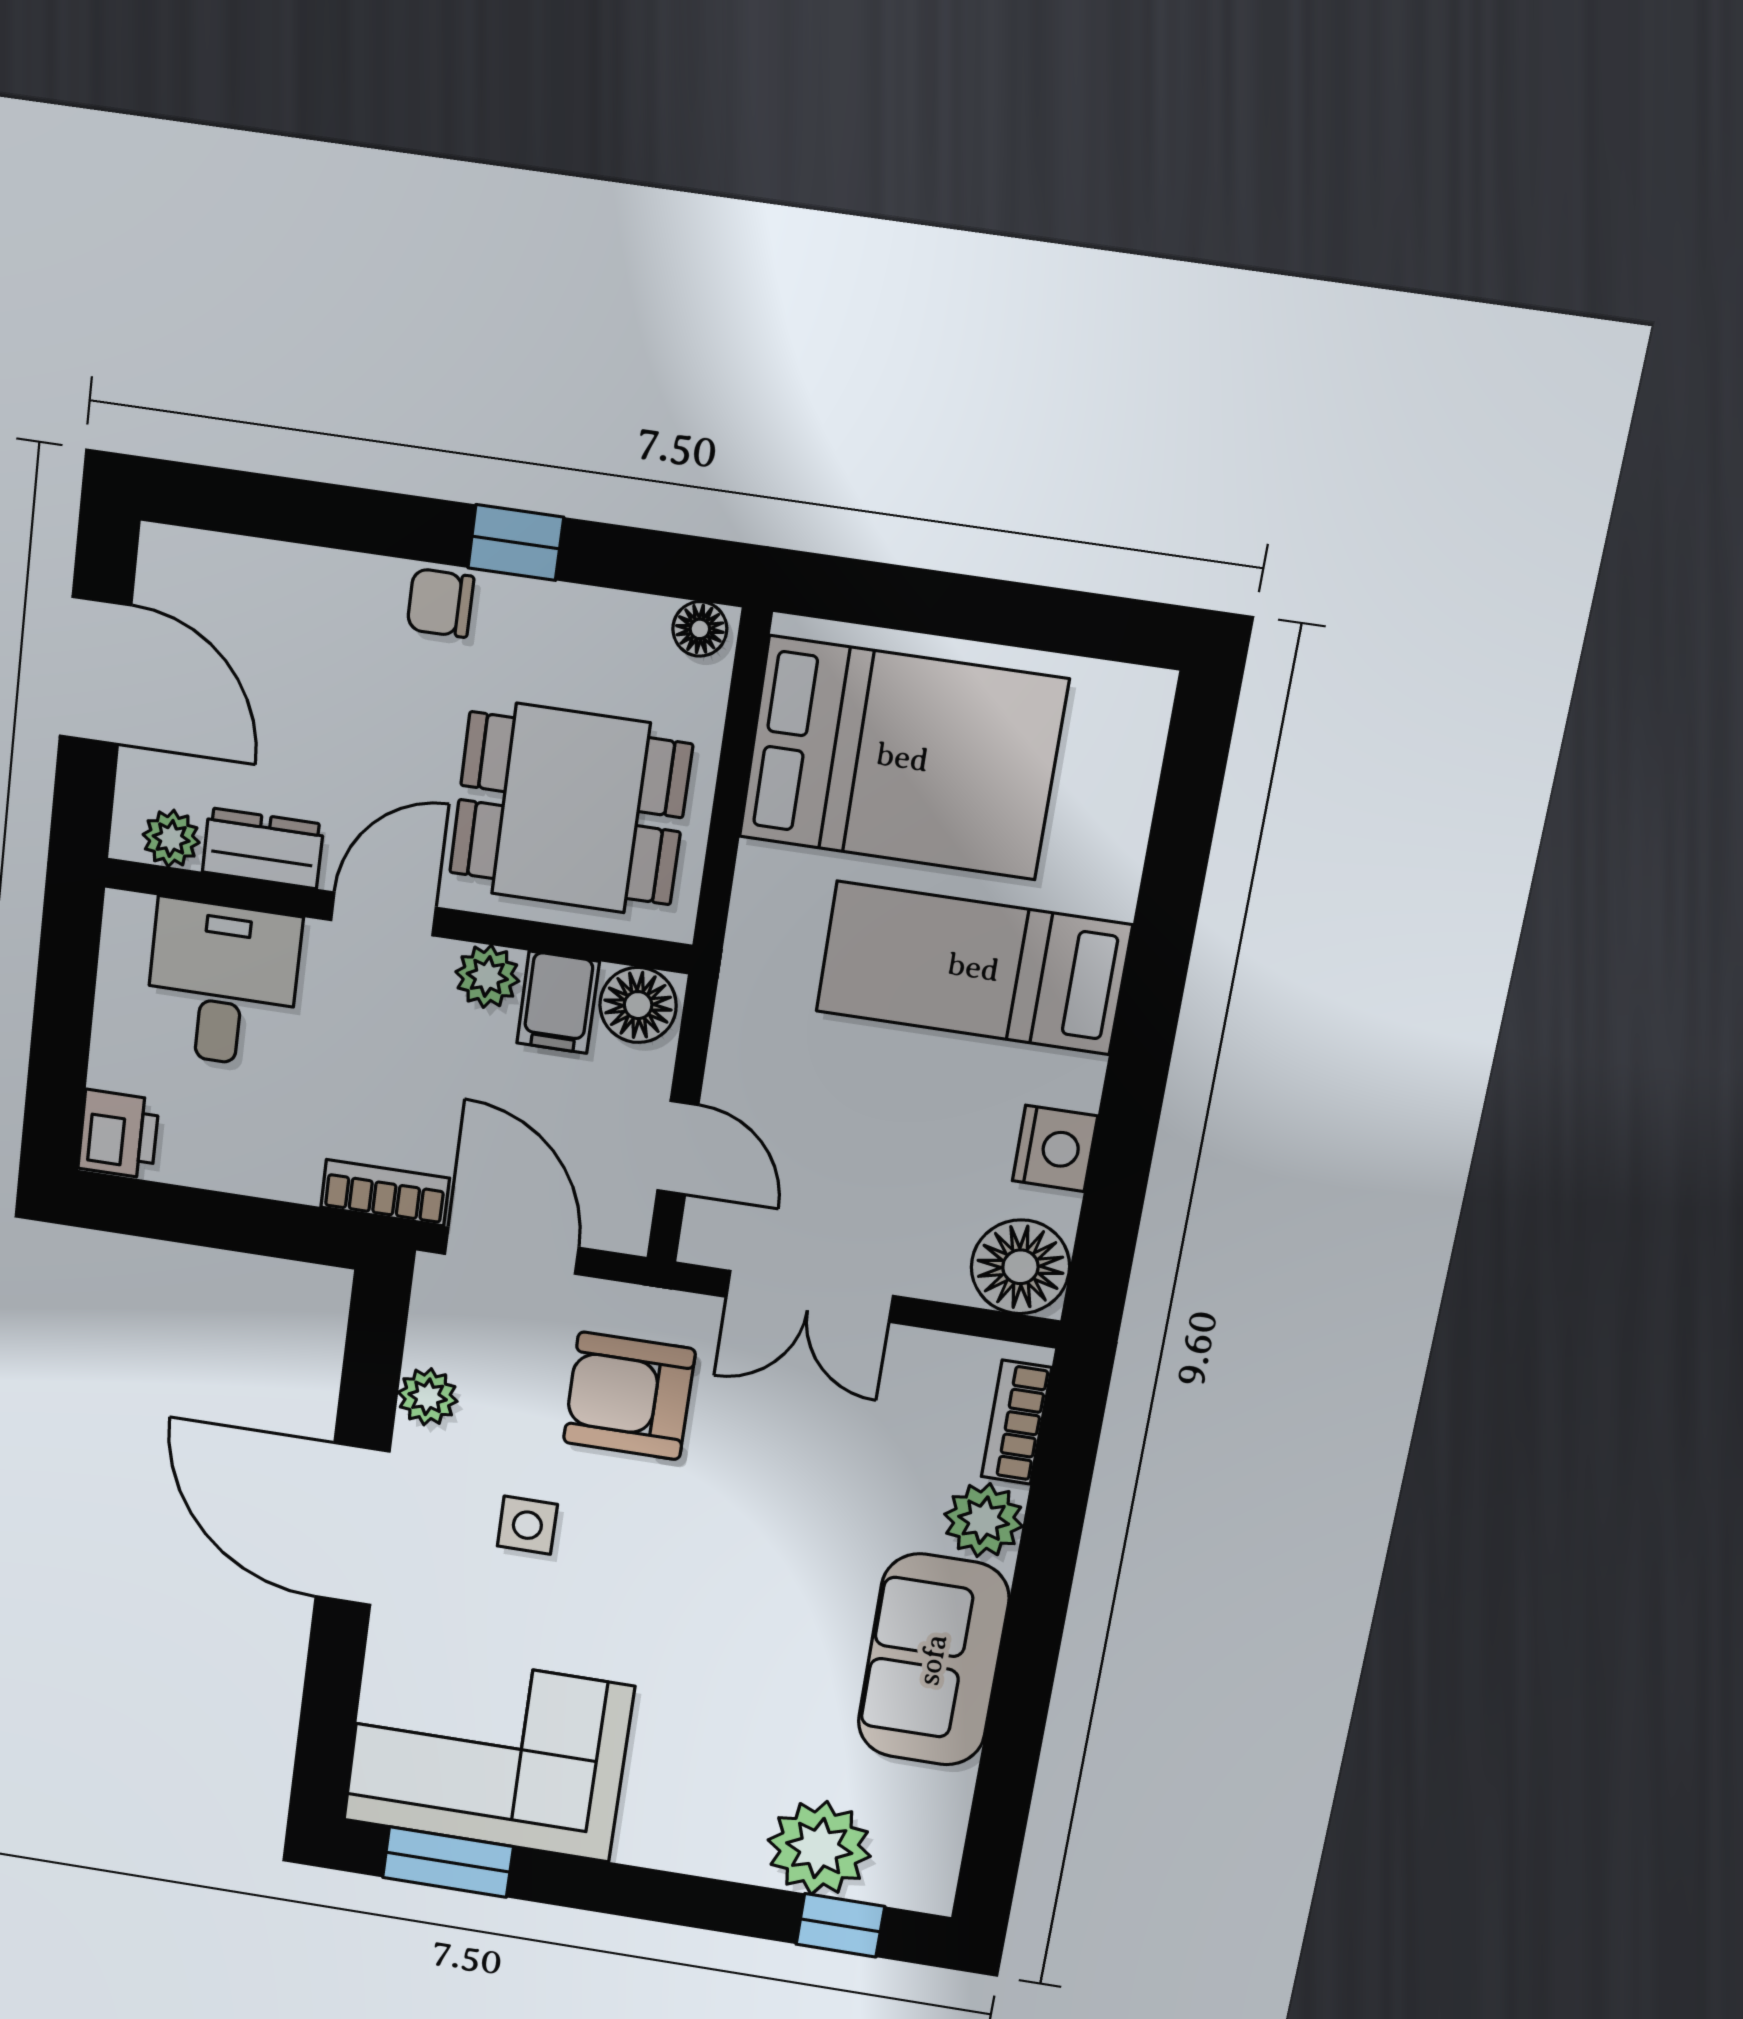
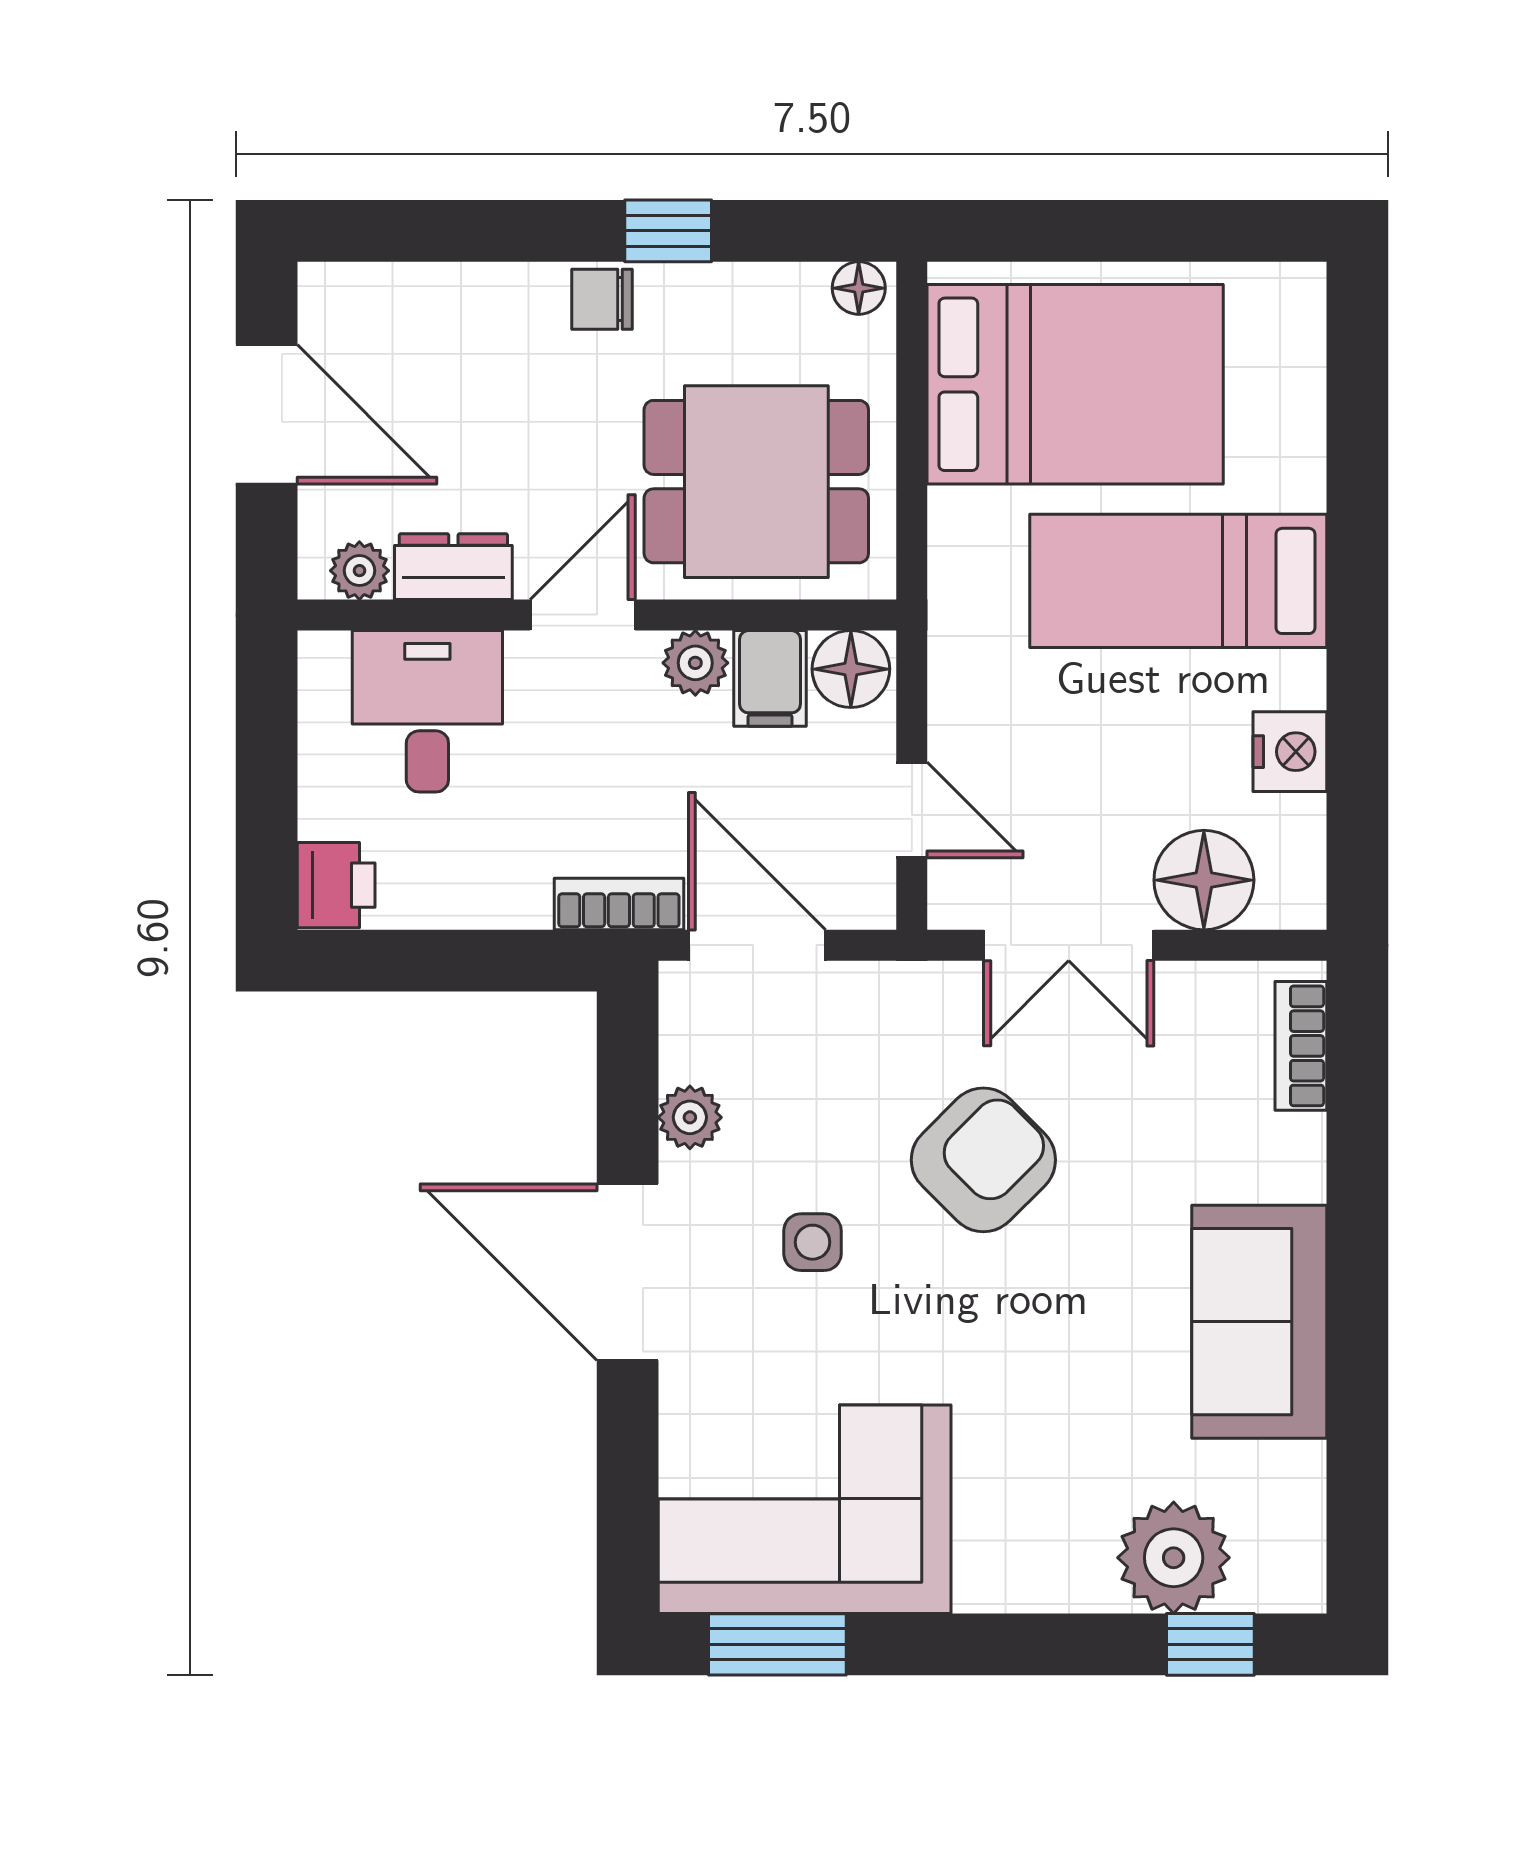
floor lamp: (1020, 1267) -> (1204, 880), moved
armchair: (629, 1396) -> (983, 1160), moved, turned 135
plant: (984, 1520) -> (1285, 1158), removed

